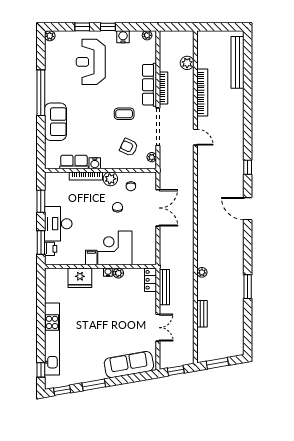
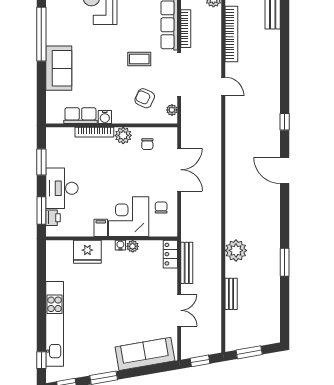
chair: (118, 207) -> (161, 208), moved
plant: (202, 272) -> (236, 250), width x1.88, depth x1.88

